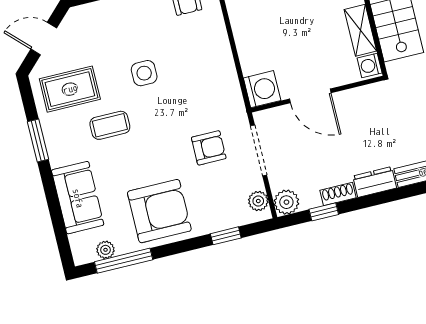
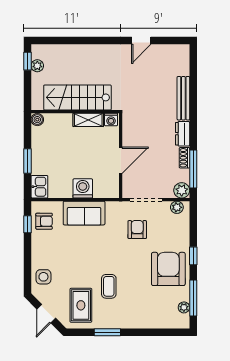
side table: (144, 73) -> (43, 277), moved
washing machine: (262, 89) -> (83, 188), moved
sofa: (78, 198) -> (84, 213), moved, turned 180
window: (324, 212) -> (193, 169), width x2.17
window: (226, 236) -> (193, 256), moved

